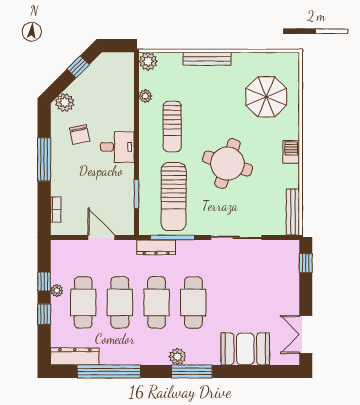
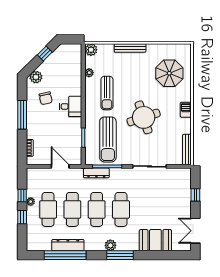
round table: (227, 164) -> (144, 117), turned -36
window: (306, 263) -> (195, 195), moved
dresser: (75, 356) -> (68, 245), moved

